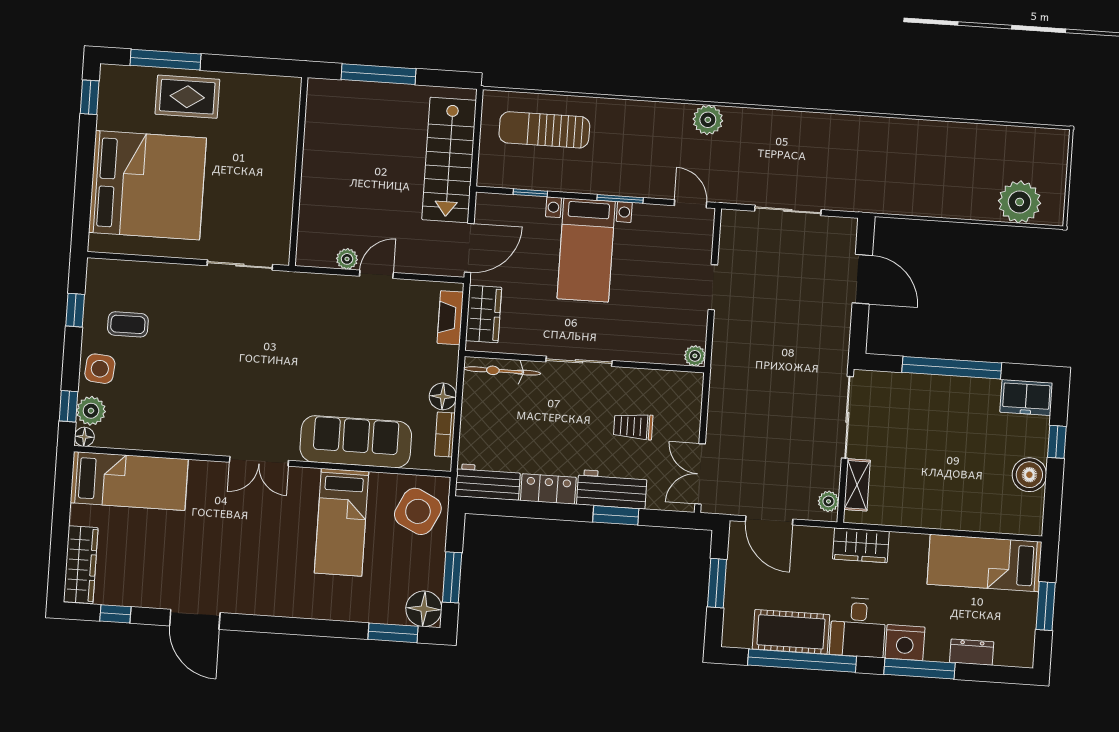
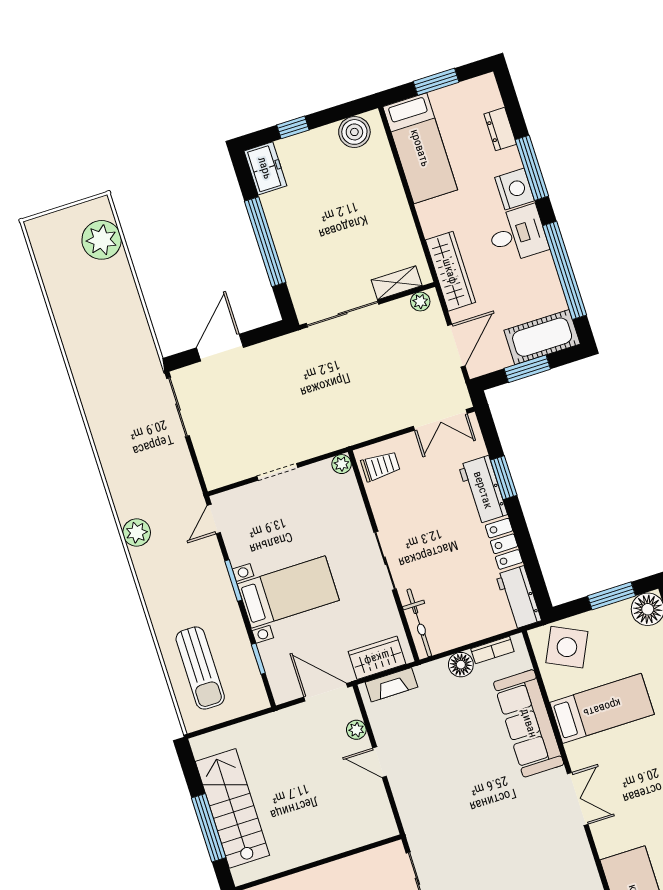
stairs: (449, 160) -> (232, 808), moved, turned -90
sliding door: (788, 210) -> (178, 407), moved
plant: (347, 259) -> (356, 730), moved
trolley: (633, 426) -> (380, 466), moved, turned -90
boiler: (1029, 475) -> (354, 132), moved
wardrobe: (861, 545) -> (450, 271), width x1.50
cot: (791, 632) -> (542, 337), moved, turned 90

